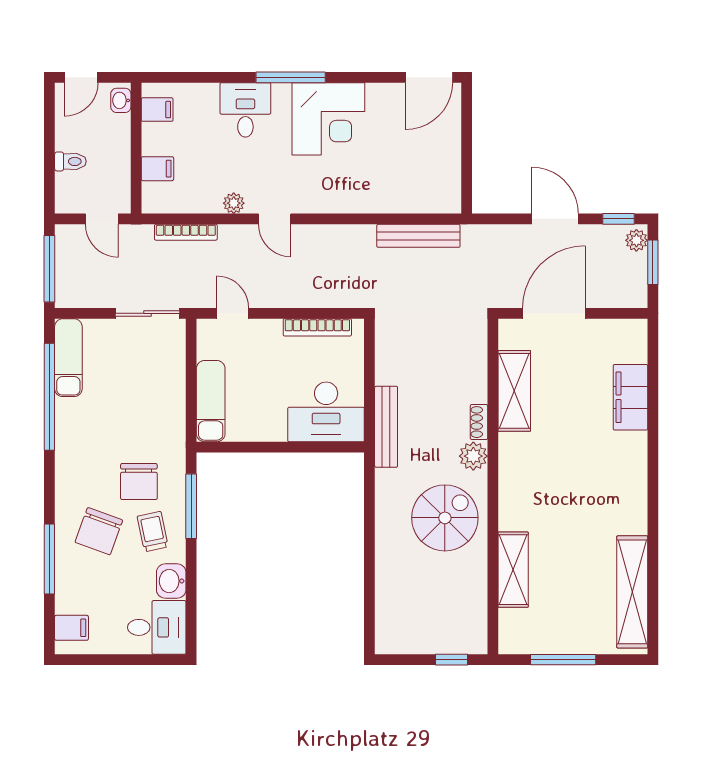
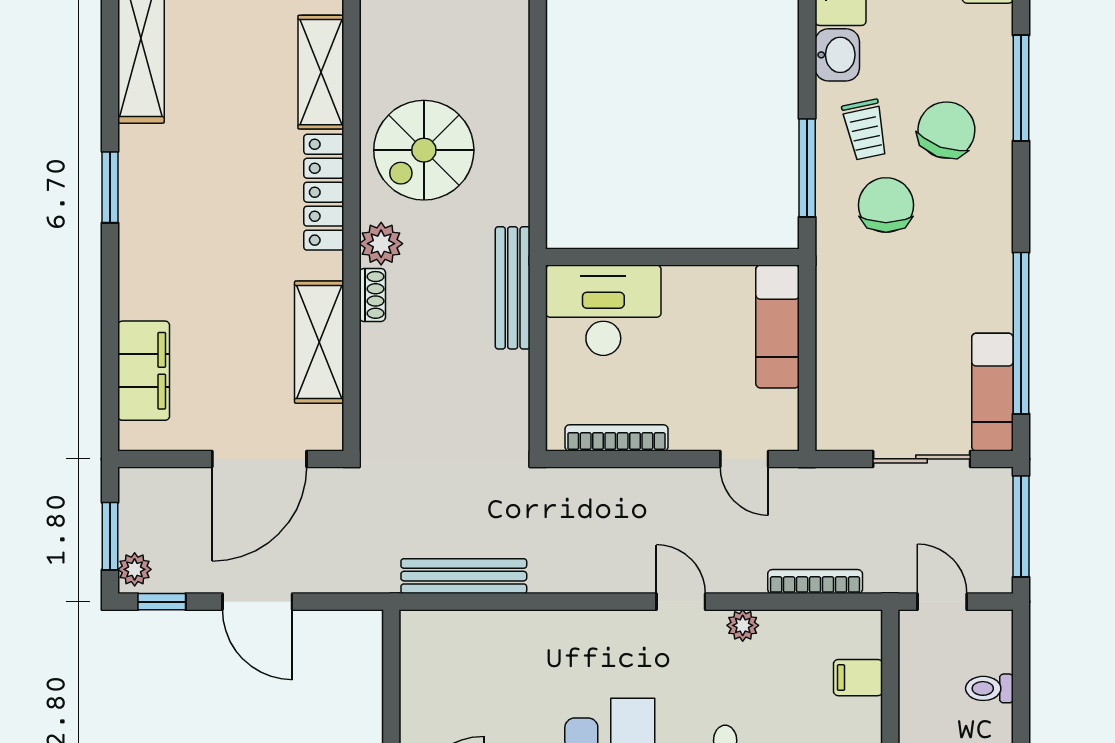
sliding door: (148, 313) -> (922, 459), moved
filing cabinet: (630, 397) -> (144, 371), moved
locker: (511, 490) -> (324, 192), added
window: (653, 493) -> (110, 187), added

